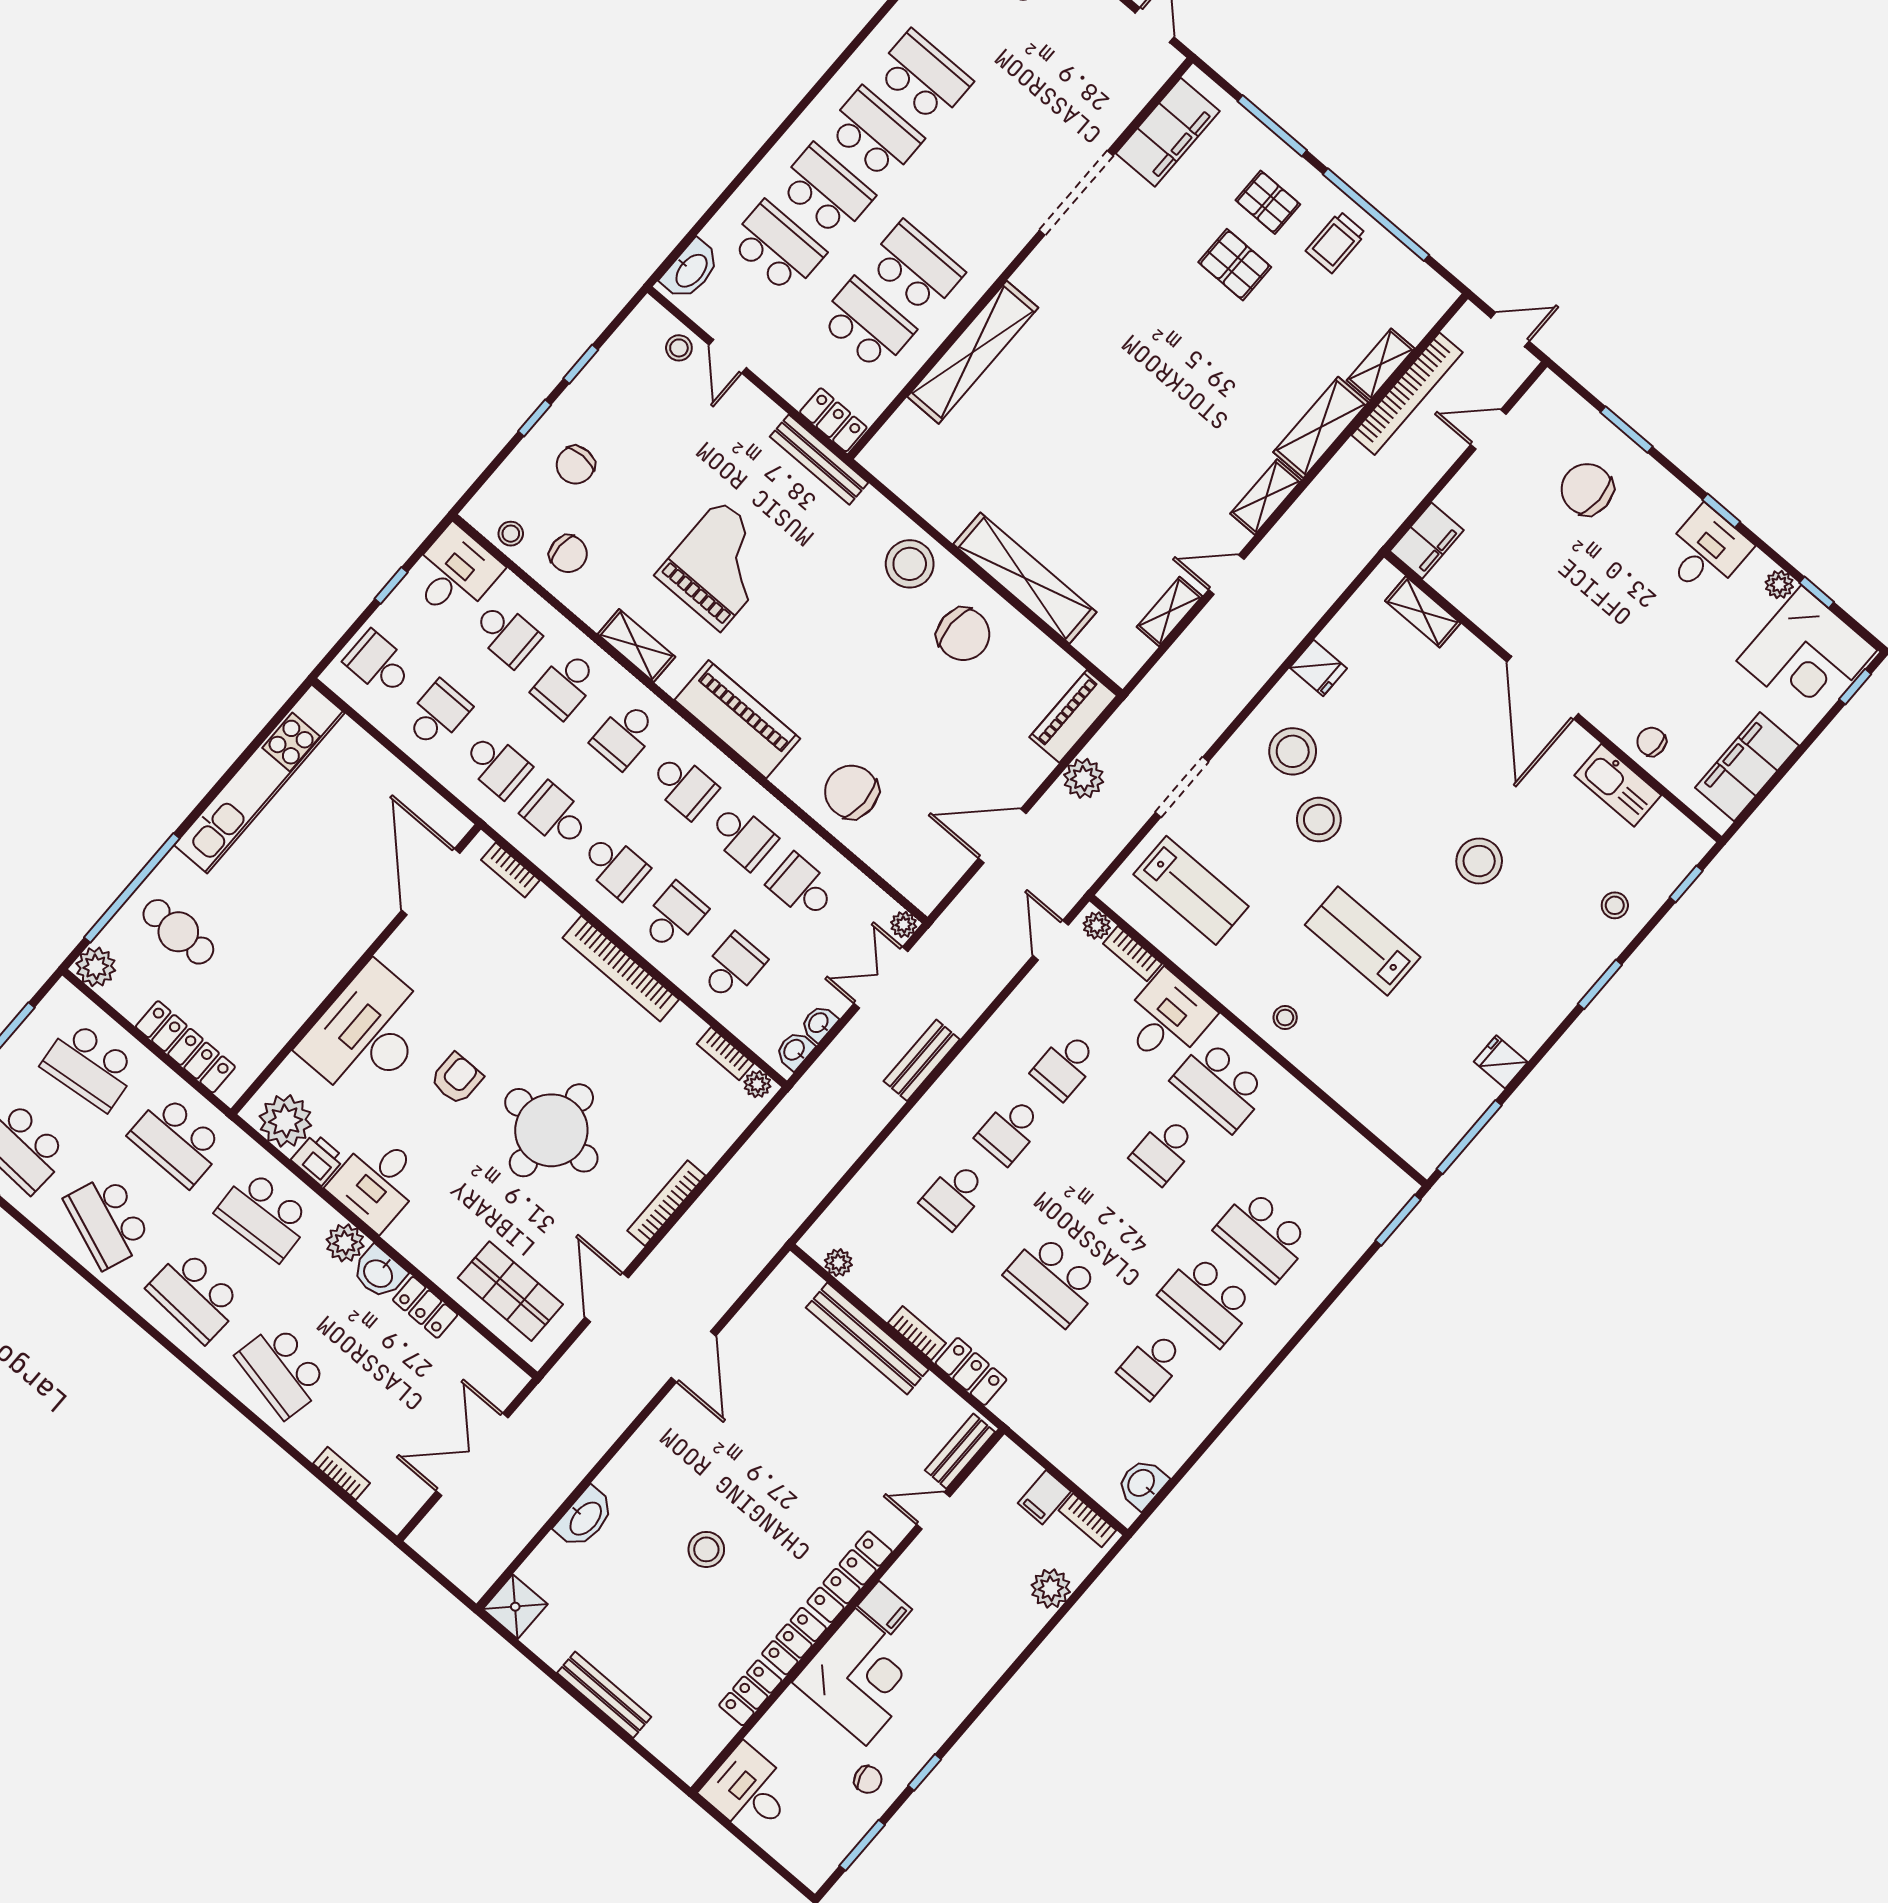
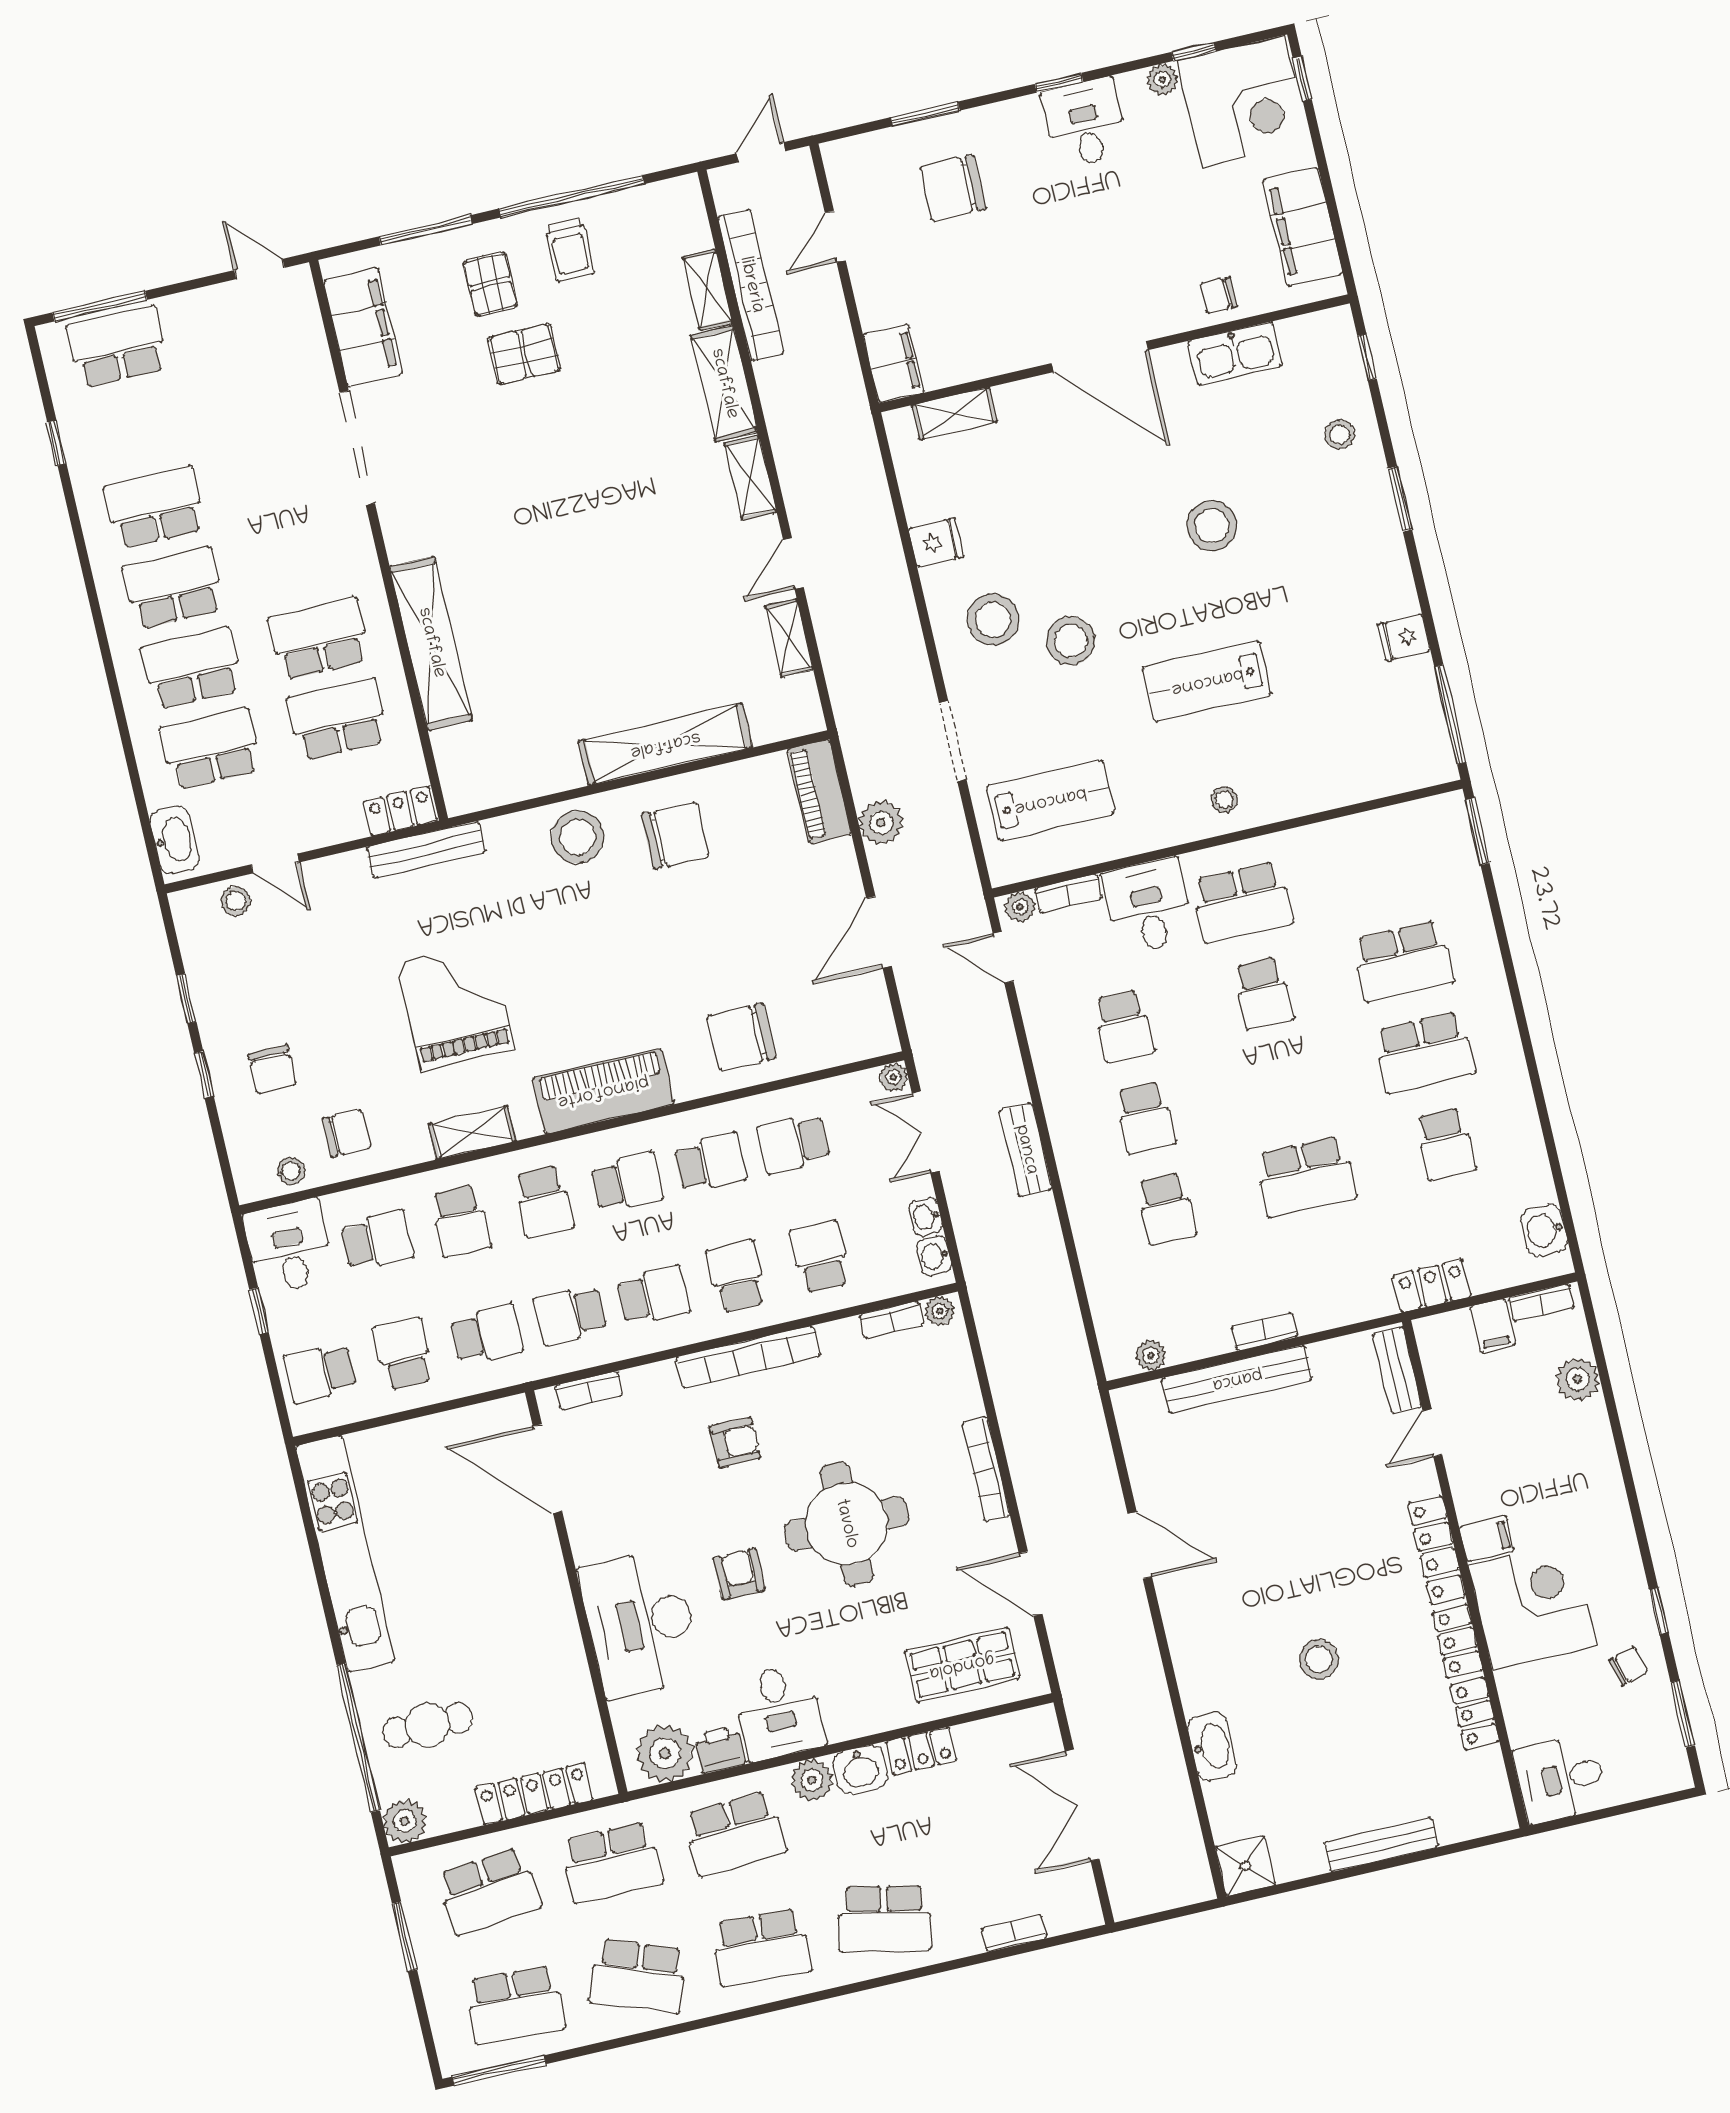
pallet: (1268, 202) -> (490, 284), turned 90
armchair: (551, 1005) -> (735, 1442), added
locker: (971, 1371) -> (1432, 1286), moved

